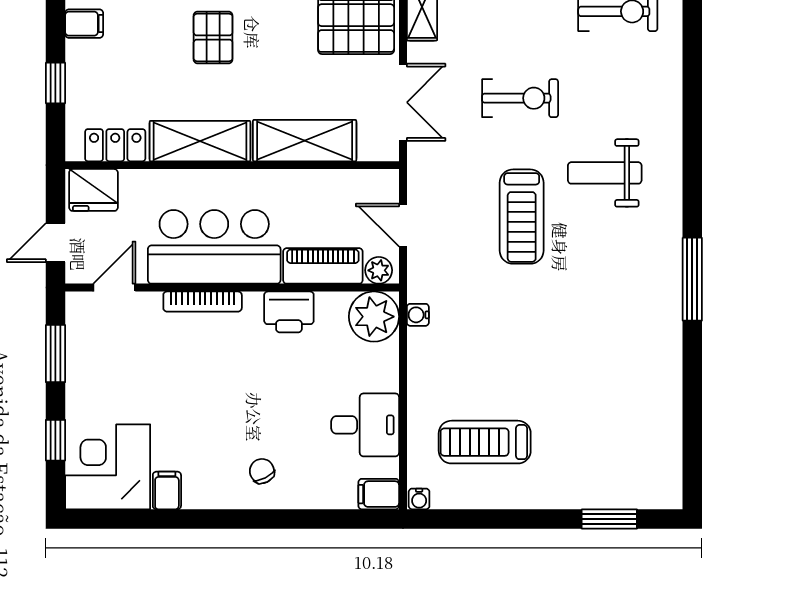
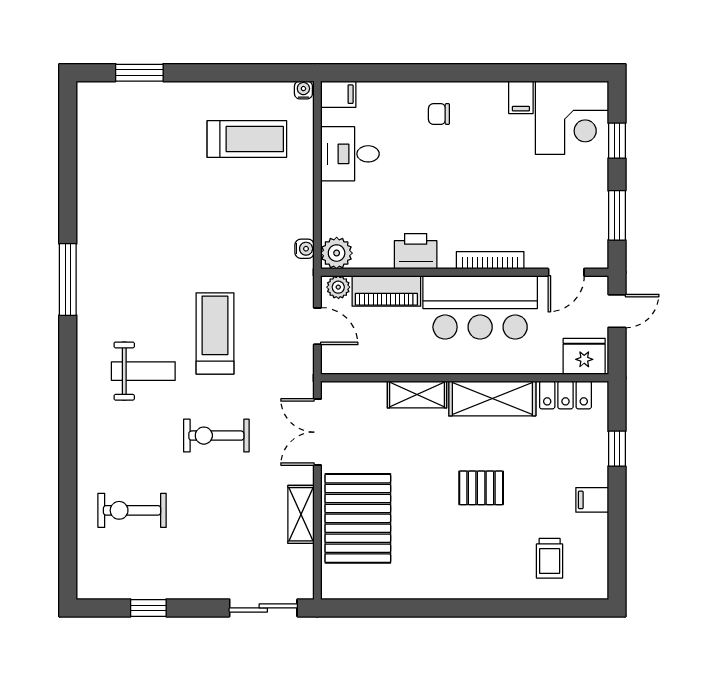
pallet: (213, 37) -> (481, 488), turned 90
shelving: (305, 141) -> (417, 395), width x0.67, depth x0.75
plant: (374, 317) -> (337, 253), width x0.73, depth x0.73
chair: (262, 471) -> (439, 114), turned 117

